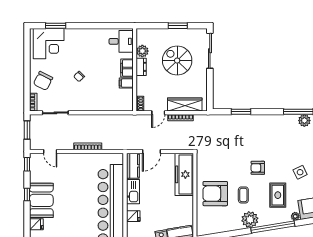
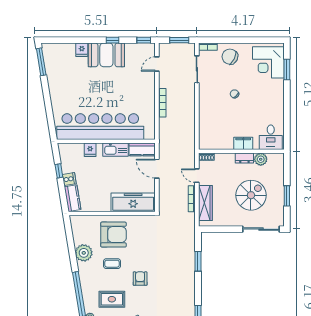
filing cabinet: (126, 83) -> (228, 143), removed
armchair: (215, 194) -> (113, 235), turned 90
plant: (250, 220) -> (84, 253), moved

